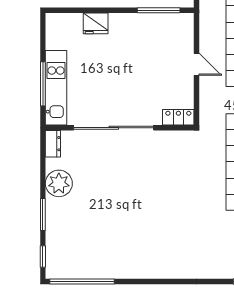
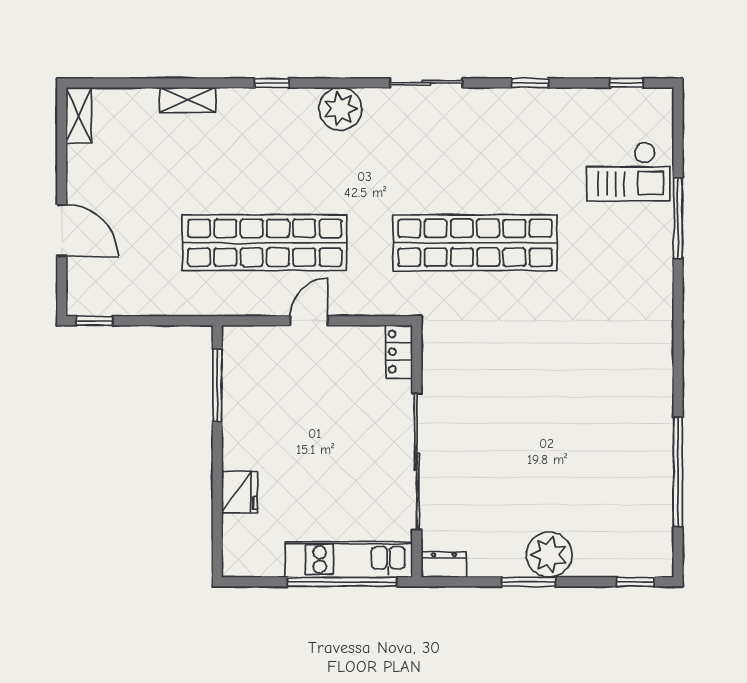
window: (43, 84) -> (342, 582), width x1.46
plant: (59, 183) -> (549, 555), moved
window: (43, 215) -> (528, 582), moved
window: (82, 281) -> (678, 472), moved

